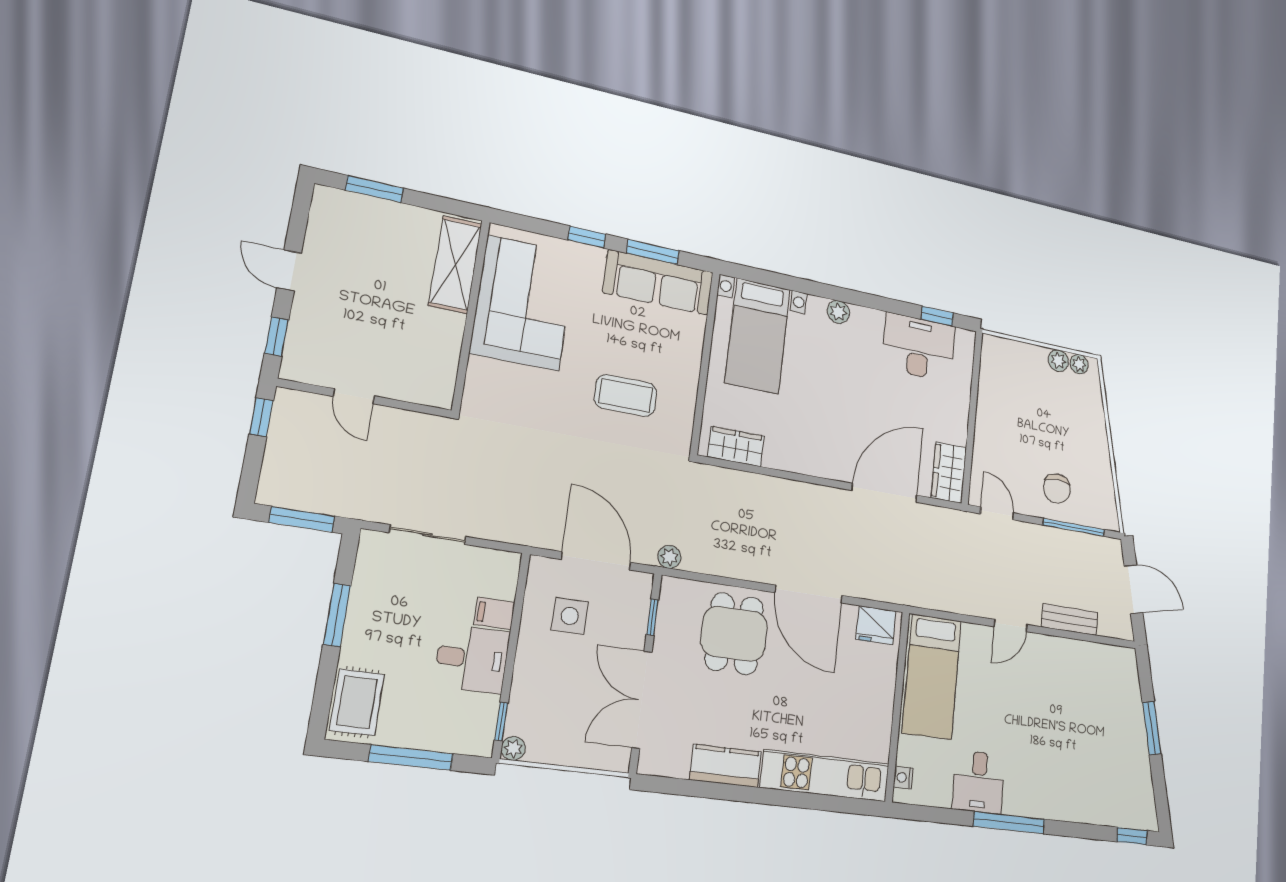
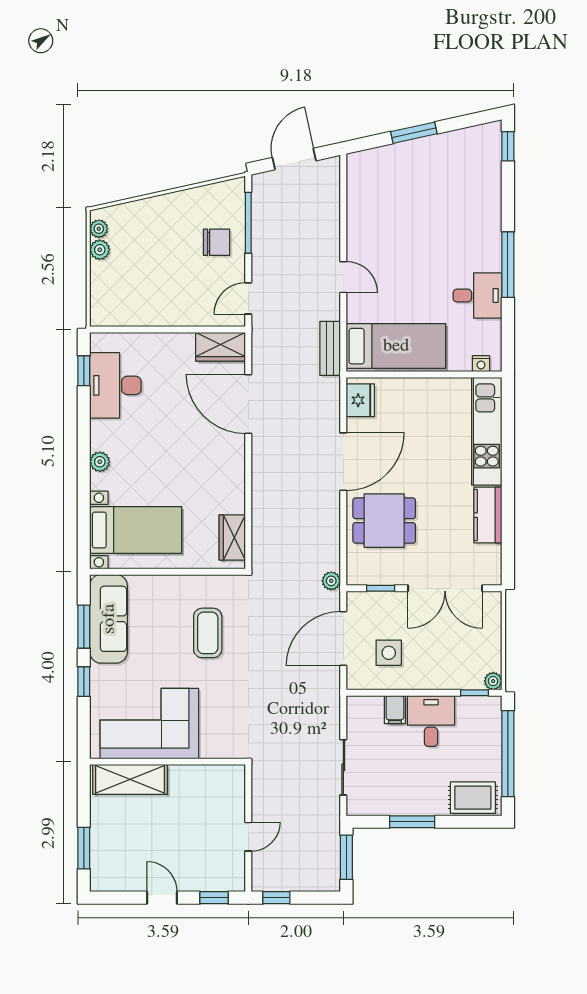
door: (289, 270) -> (162, 898), swing flipped
bench: (1070, 620) -> (330, 348), moved
window: (411, 758) -> (508, 754), width x1.46

